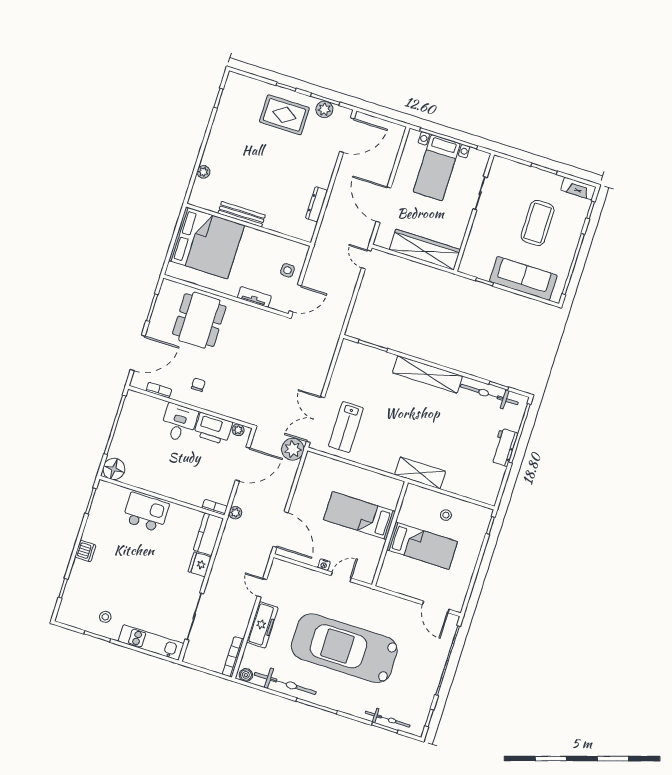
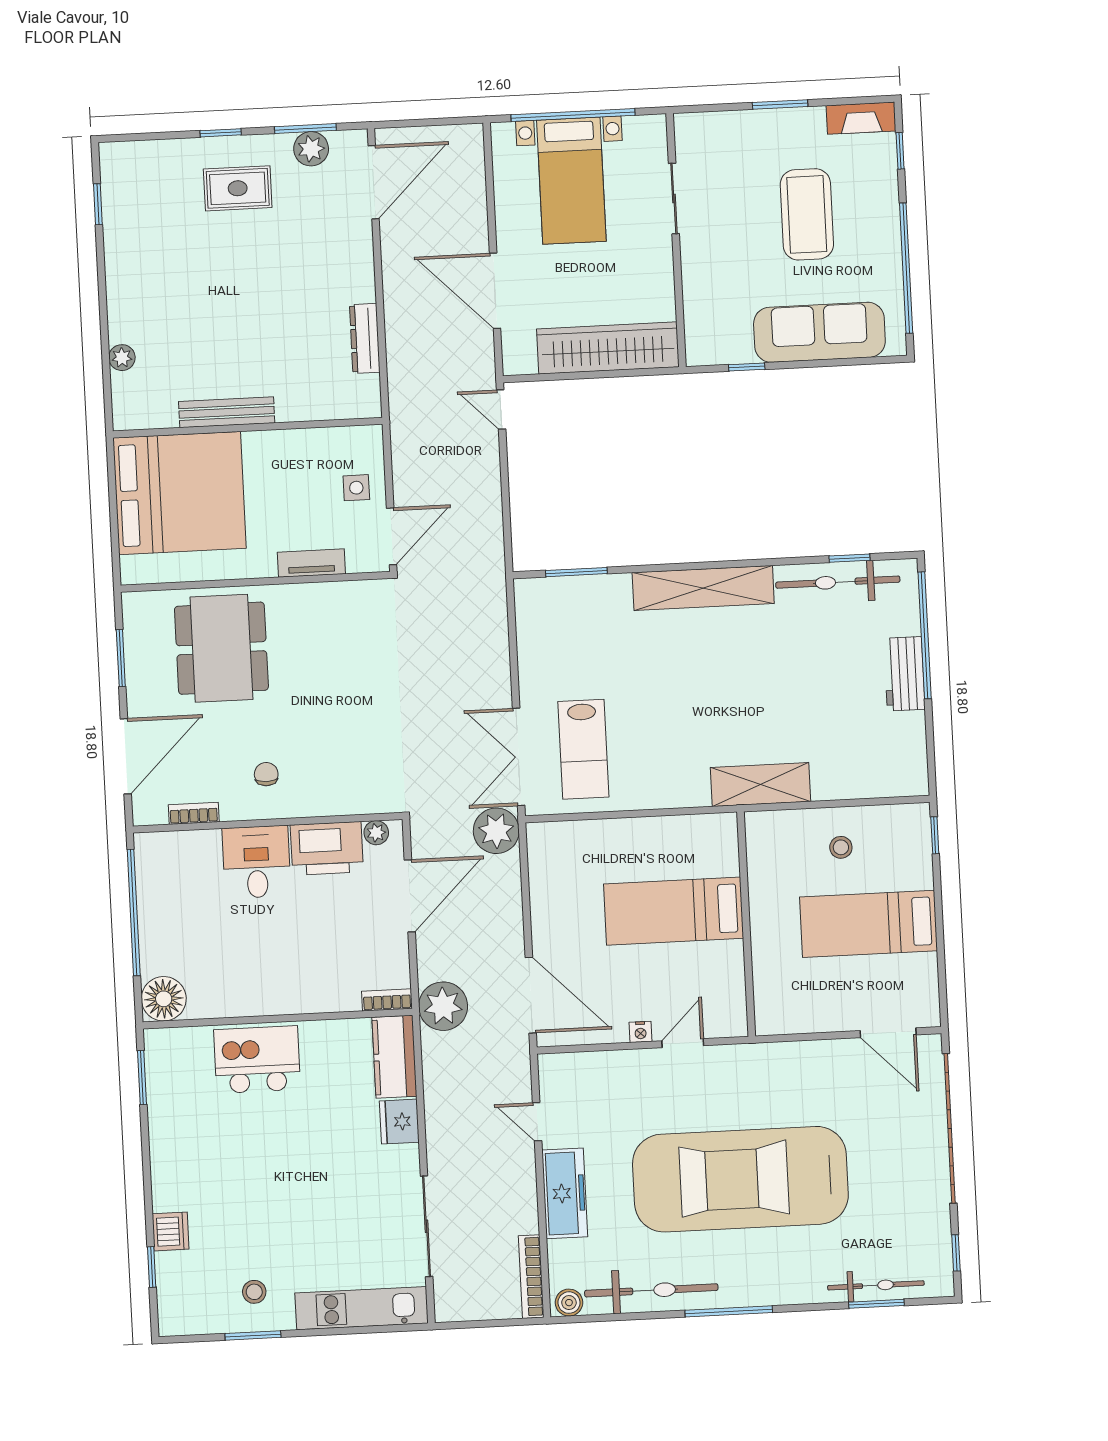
rug: (284, 115) -> (238, 188), width x0.73, depth x0.70
plant: (235, 513) -> (443, 1006), width x1.88, depth x1.88
bed: (422, 546) -> (868, 924), moved, turned 180
dishwasher: (85, 551) -> (171, 1231), moved

